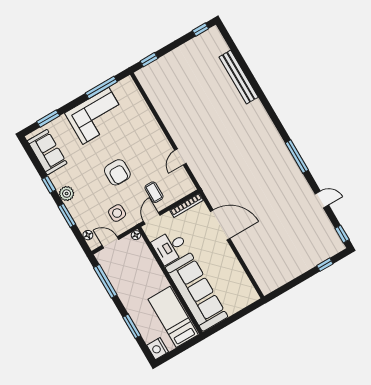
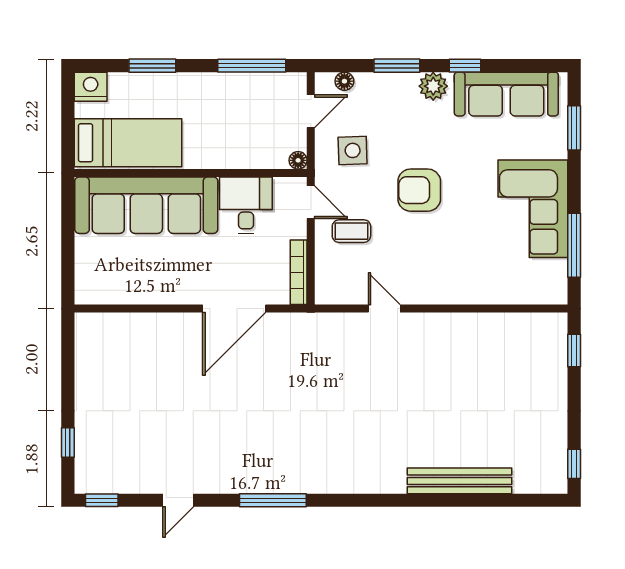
sofa: (47, 152) -> (506, 94), width x1.36

